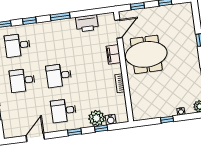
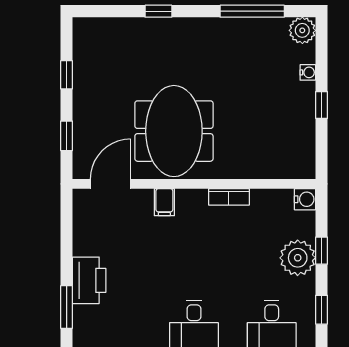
printer: (87, 23) -> (89, 280), moved
door: (118, 29) -> (110, 184), hinge flipped
filing cabinet: (113, 54) -> (164, 202), width x0.50
water cooler: (111, 120) -> (305, 199), moved

